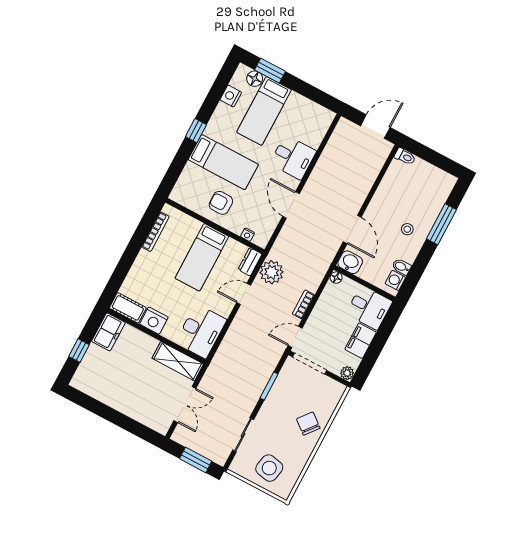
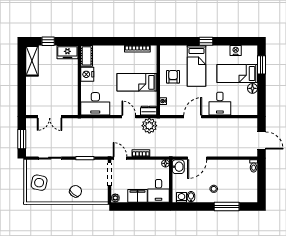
floor lamp: (255, 79) -> (252, 88), moved
shelving: (178, 361) -> (32, 61), moved

